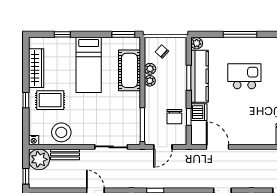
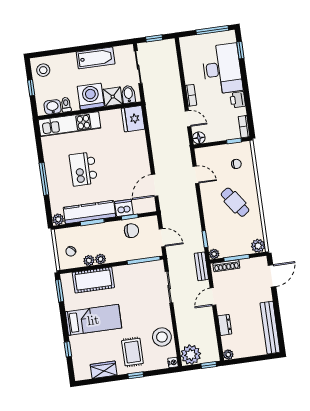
wardrobe: (36, 68) -> (104, 370), width x0.67
bench: (65, 154) -> (201, 266), moved

